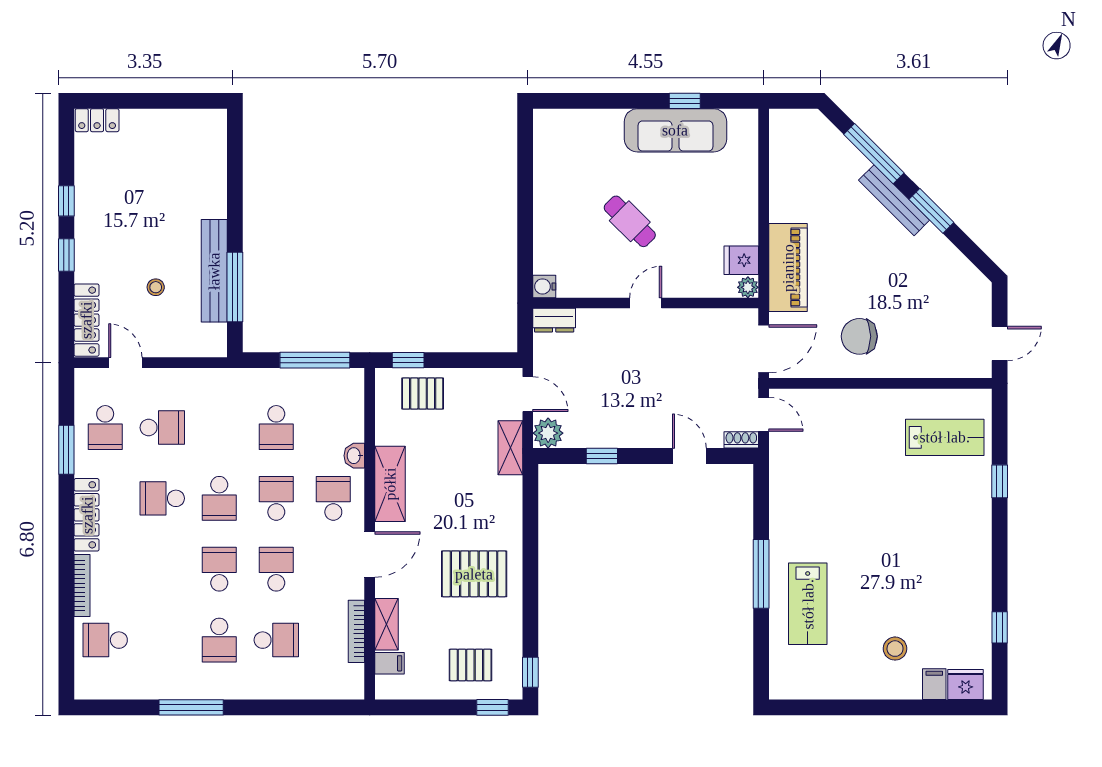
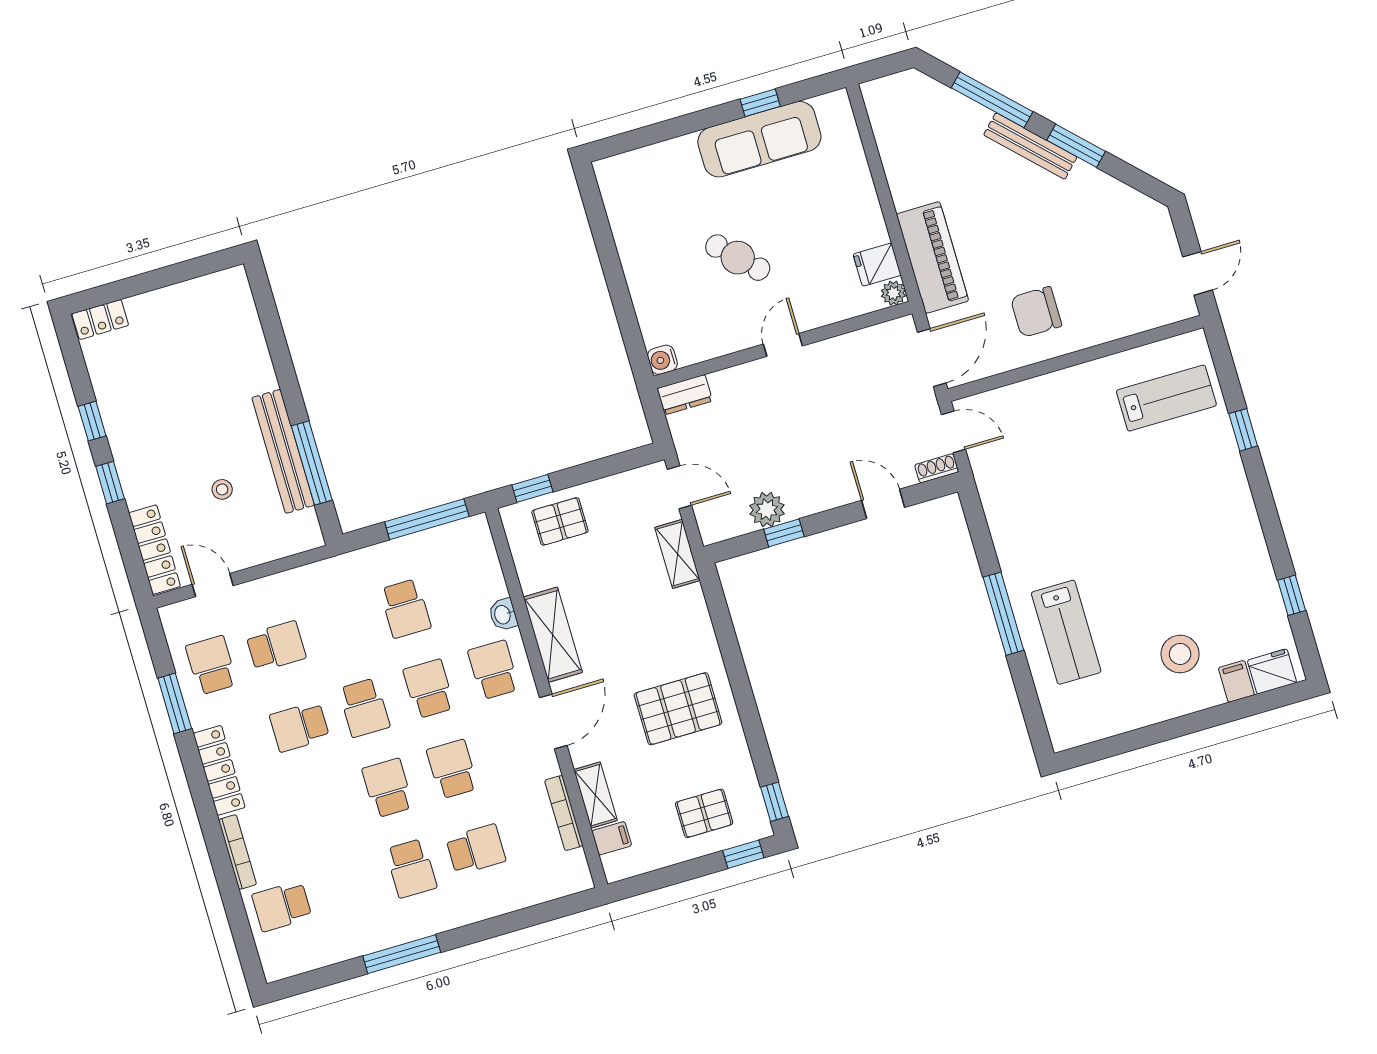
school desk: (105, 428) -> (211, 665), turned 180
plant: (548, 433) -> (767, 510), moved
stool: (895, 649) -> (1180, 654), width x1.38, depth x1.38

